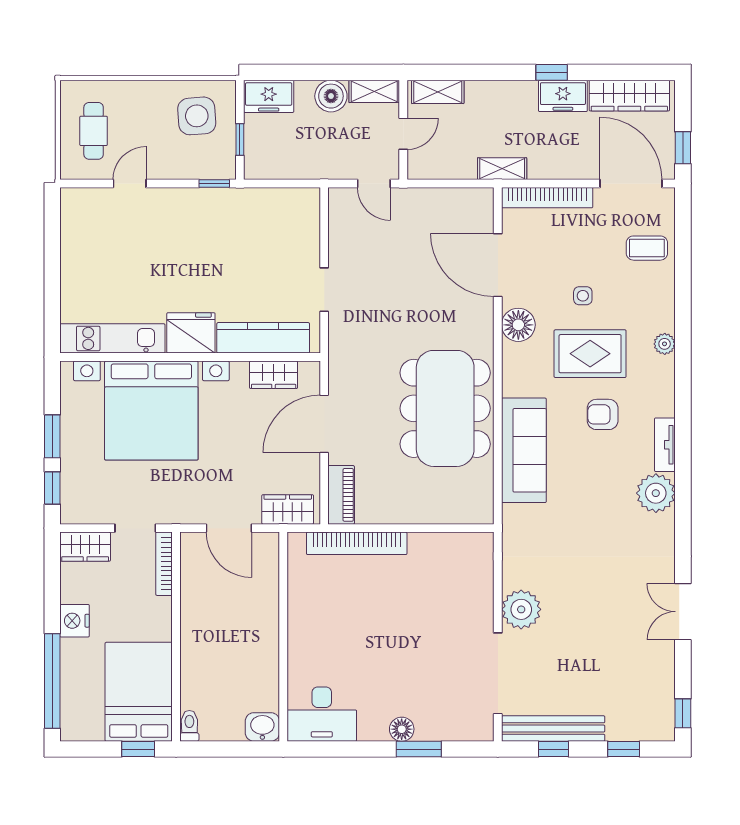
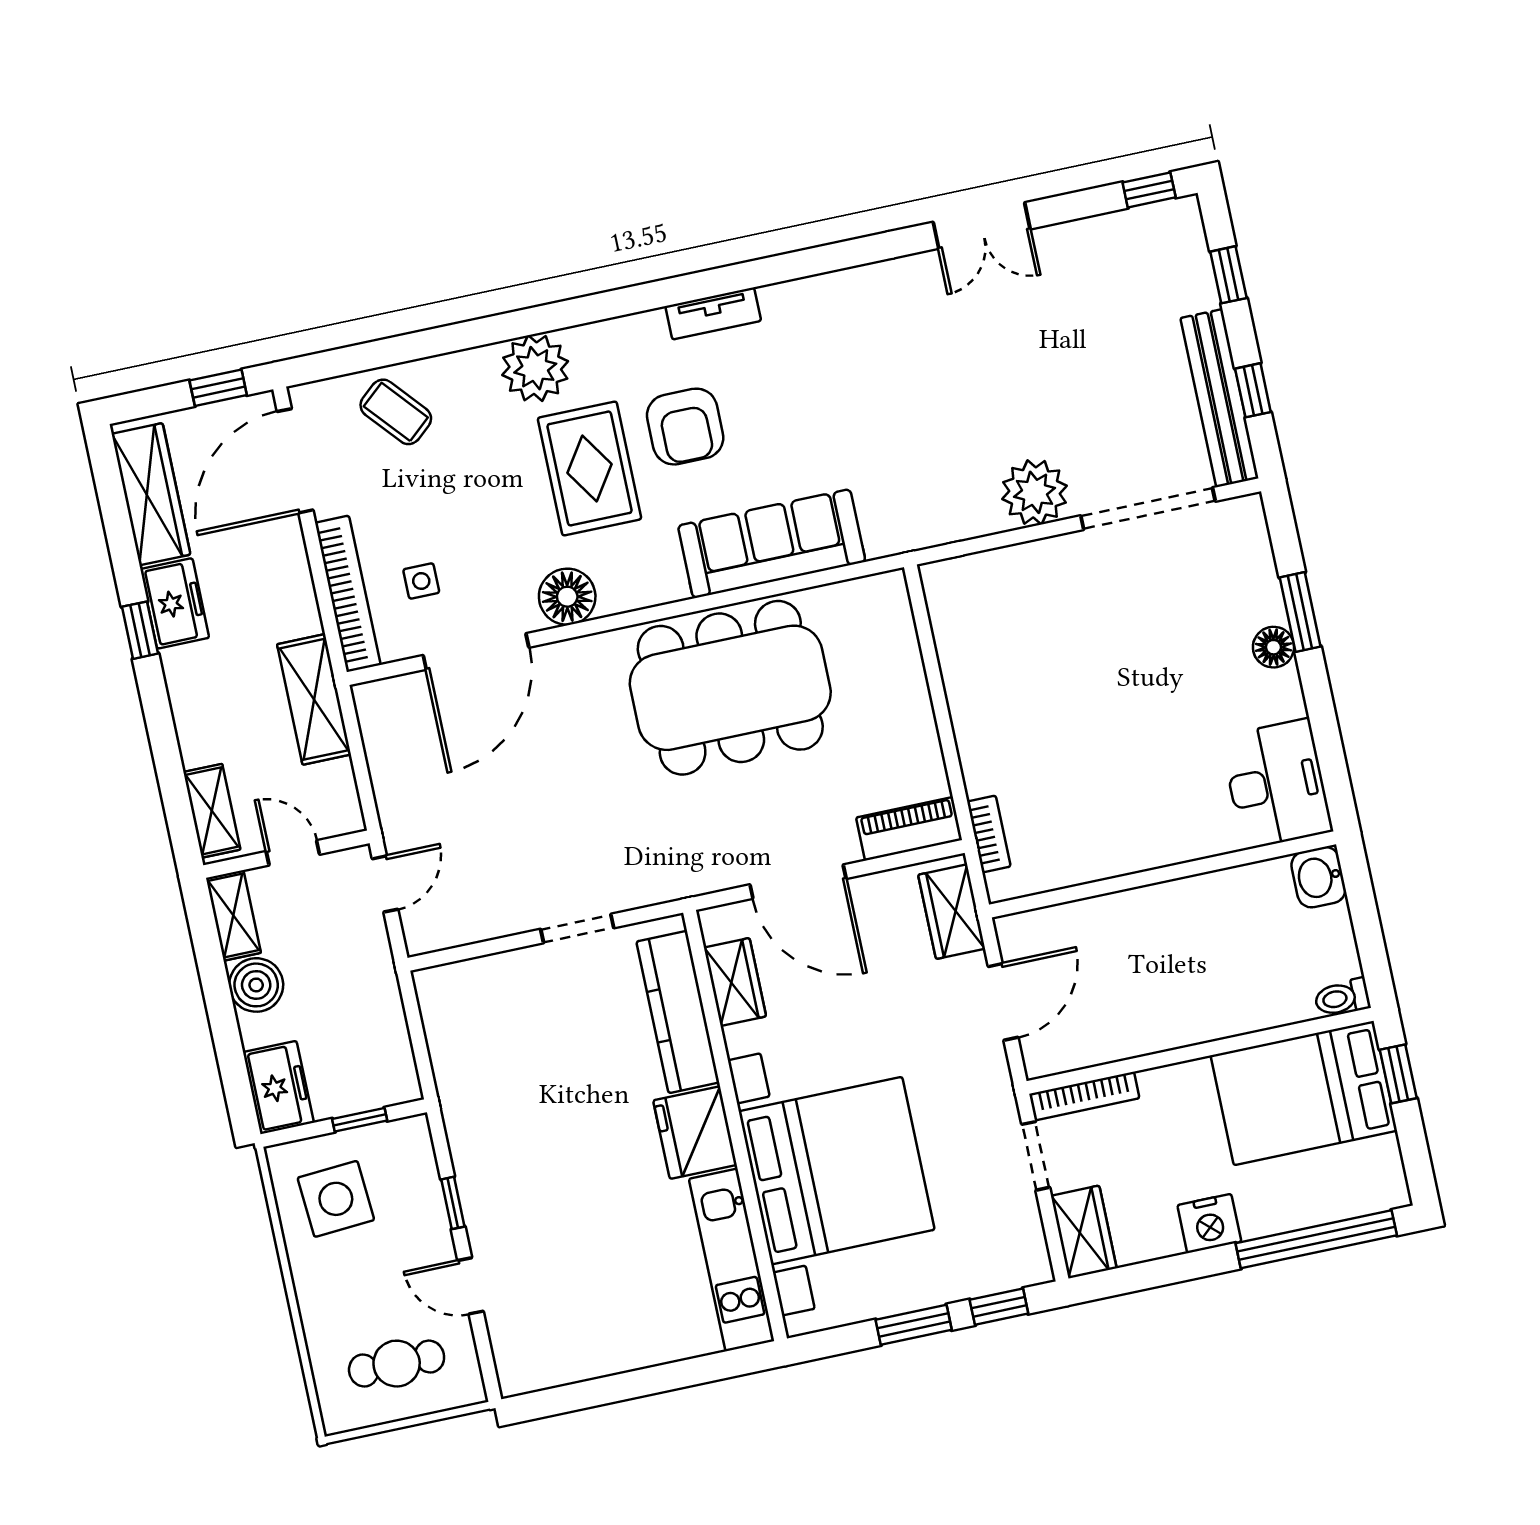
shelving: (502, 169) -> (314, 699), width x1.50, depth x1.33
window: (214, 183) -> (453, 1203), moved
coffee table: (647, 248) -> (396, 412), turned -41
side table: (583, 296) -> (421, 581), moved
plant: (665, 344) -> (535, 368), width x1.88, depth x1.88
armchair: (603, 414) -> (685, 427), width x1.38, depth x1.38
plant: (656, 493) -> (796, 312), removed
bookcase: (357, 543) -> (989, 834), width x0.43, depth x0.76

